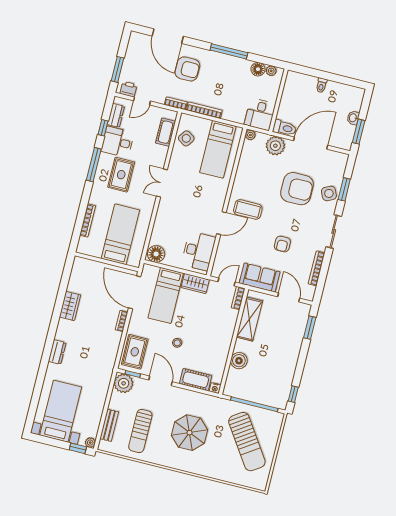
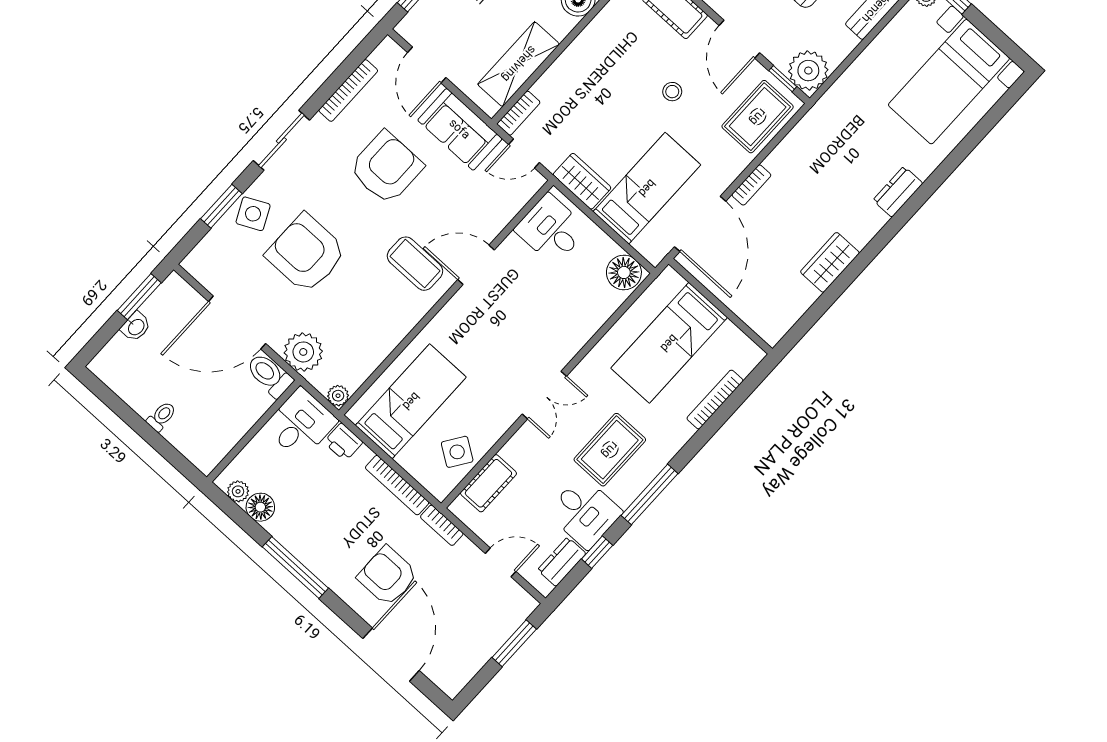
printer: (128, 89) -> (343, 442), moved
armchair: (282, 244) -> (386, 168), width x1.88, depth x1.88
desk: (198, 251) -> (551, 229), width x0.73

